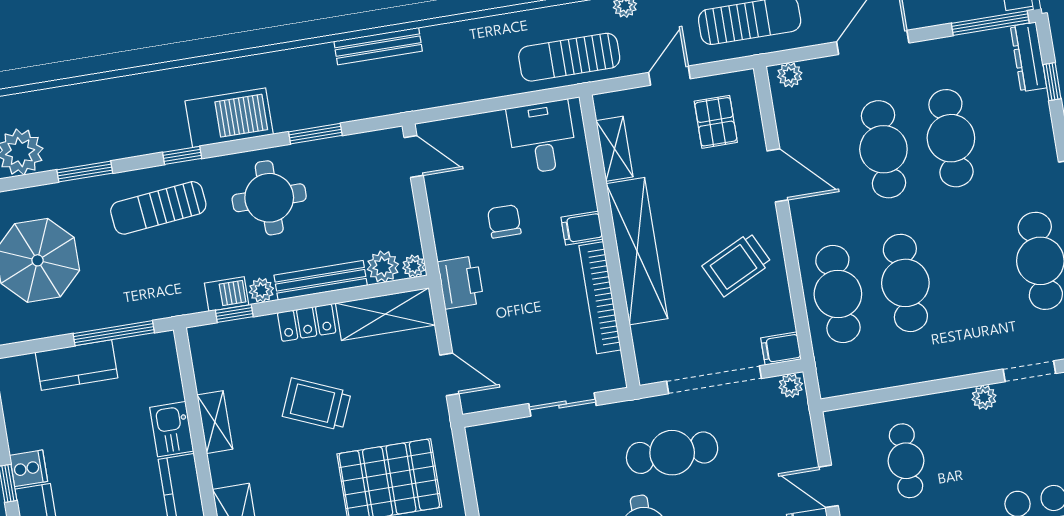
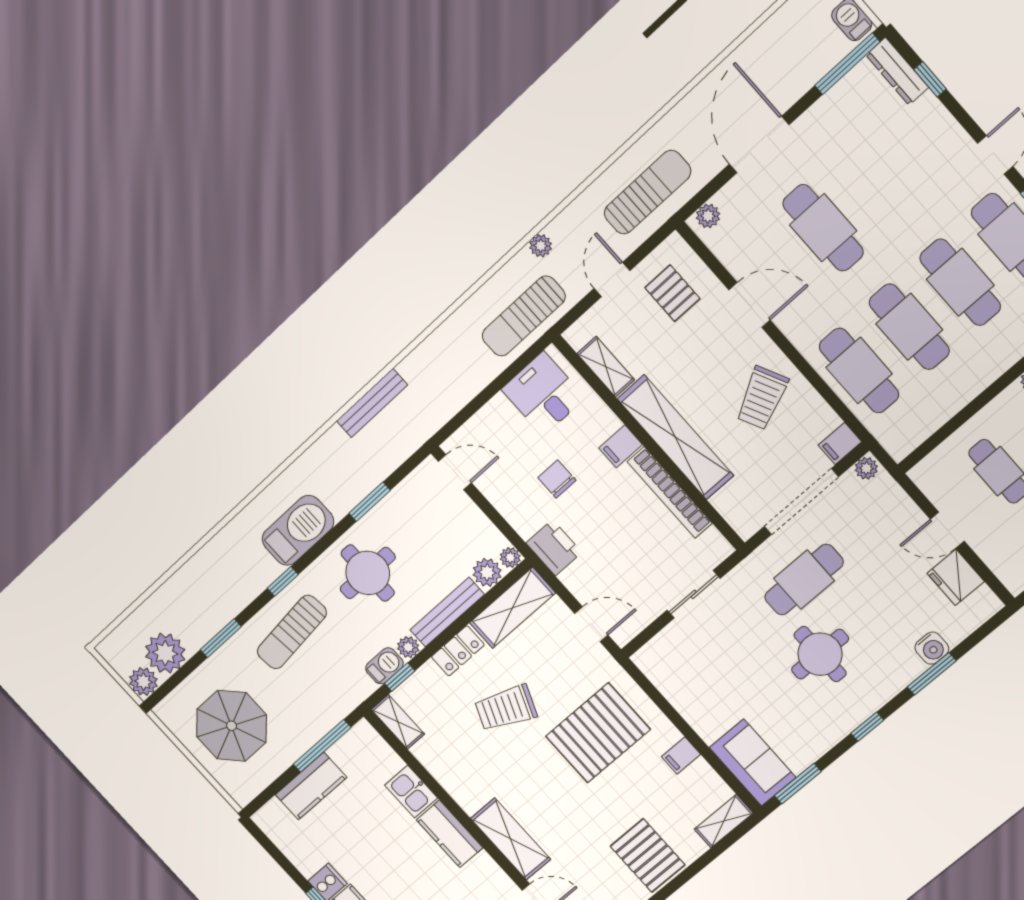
cafe table: (951, 138) -> (960, 282), moved
shelving: (215, 422) -> (398, 722), moved

